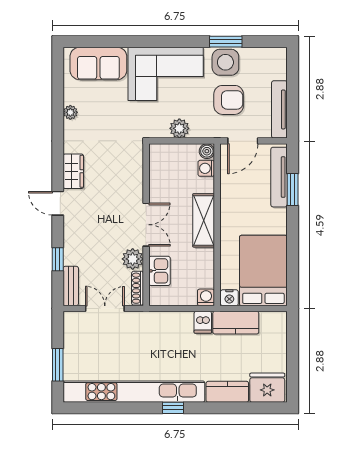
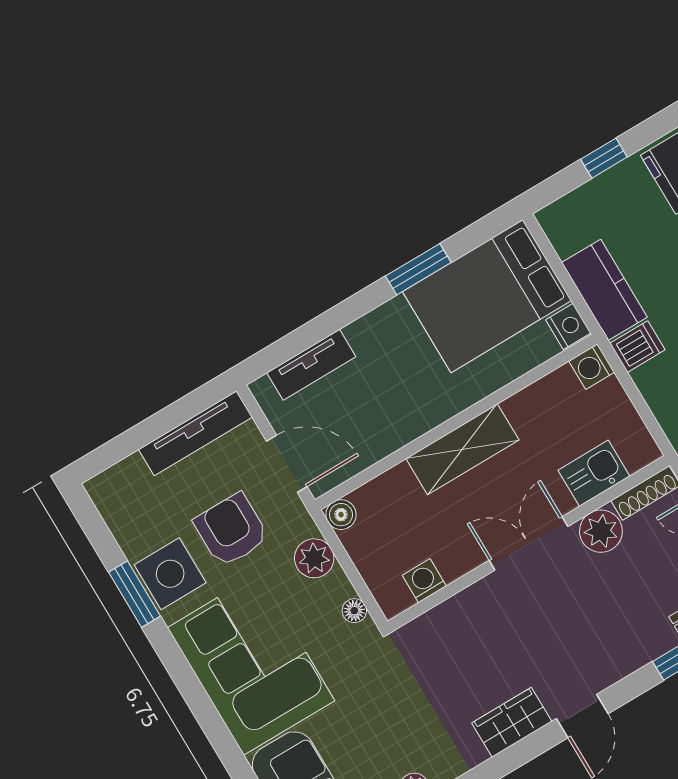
plant: (179, 128) -> (314, 558), moved
floor lamp: (162, 132) -> (354, 611), added
washing machine: (206, 168) -> (424, 581), moved, turned 180
tv unit: (279, 177) -> (311, 365), width x0.71
window: (293, 190) -> (418, 269), moved
window: (293, 357) -> (604, 158), added

